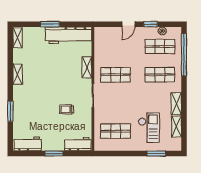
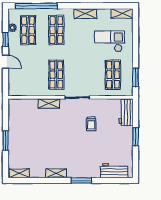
workbench: (68, 35) -> (17, 122), removed
window: (10, 111) -> (81, 181), moved
shelving: (176, 126) -> (122, 13), moved
workbench: (28, 144) -> (114, 171), moved, turned 90
window: (156, 153) -> (136, 77), moved

